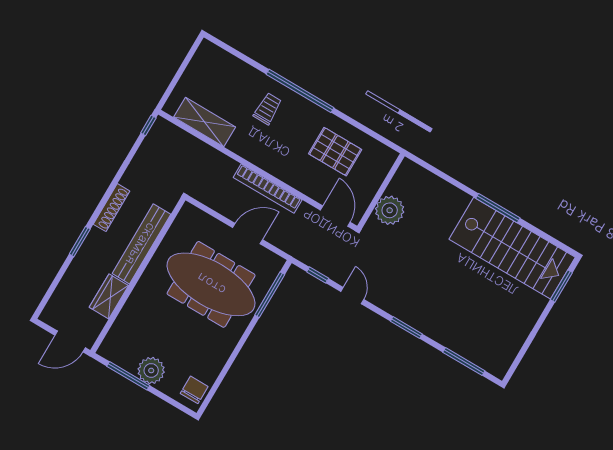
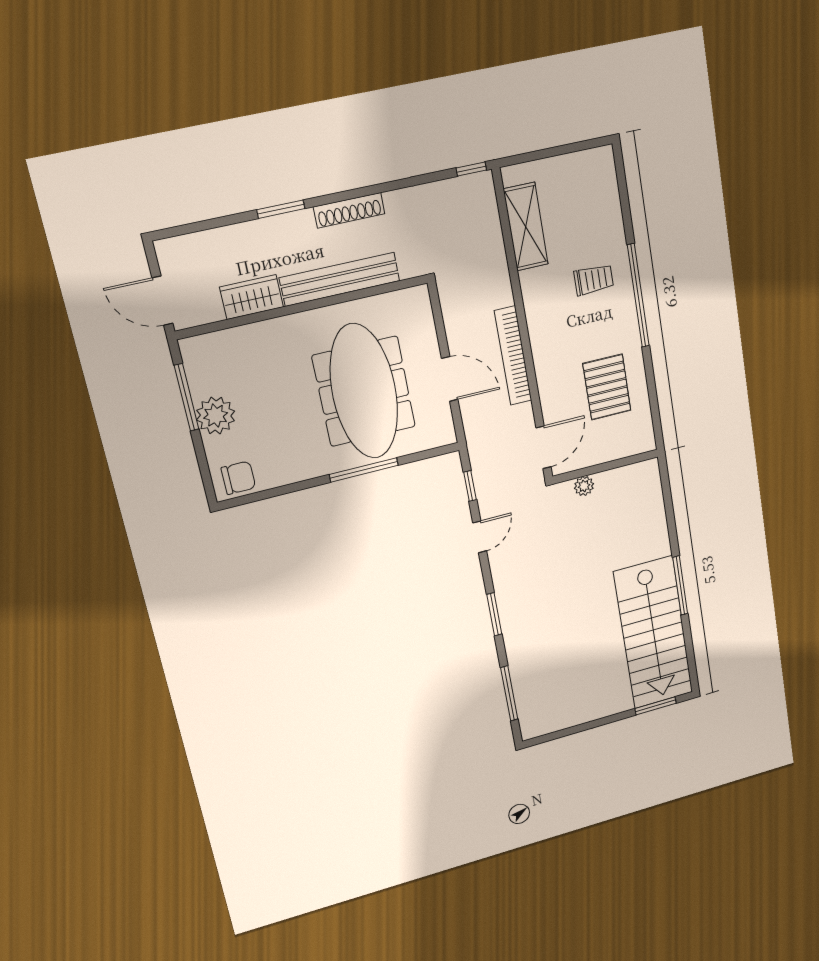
plant: (390, 210) -> (584, 486), width x0.53, depth x0.53
window: (270, 295) -> (364, 470), moved

